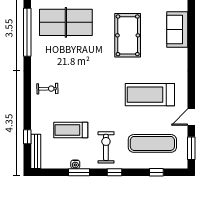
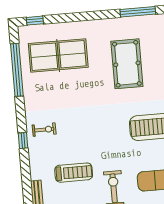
treadmill: (71, 130) -> (74, 173), turned 180
window: (27, 137) -> (23, 140), moved

